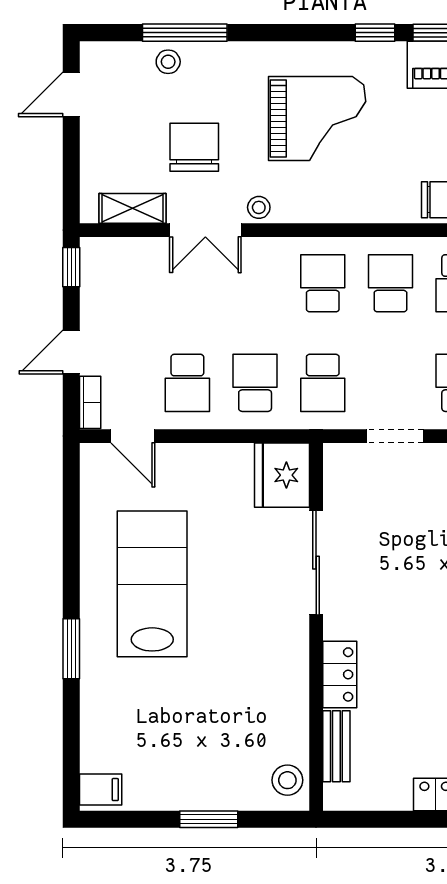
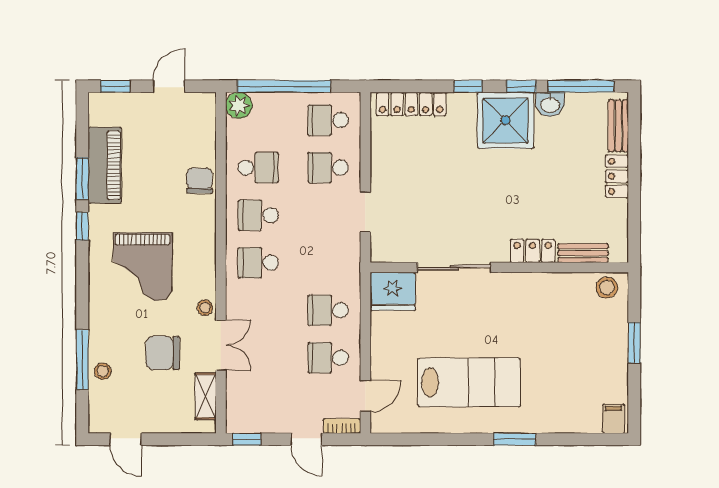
grand piano: (317, 118) -> (143, 267), turned 180
school desk: (187, 383) -> (328, 358), turned 180
school desk: (323, 383) -> (328, 263), removed
lab bench: (152, 584) -> (469, 382), turned 180

